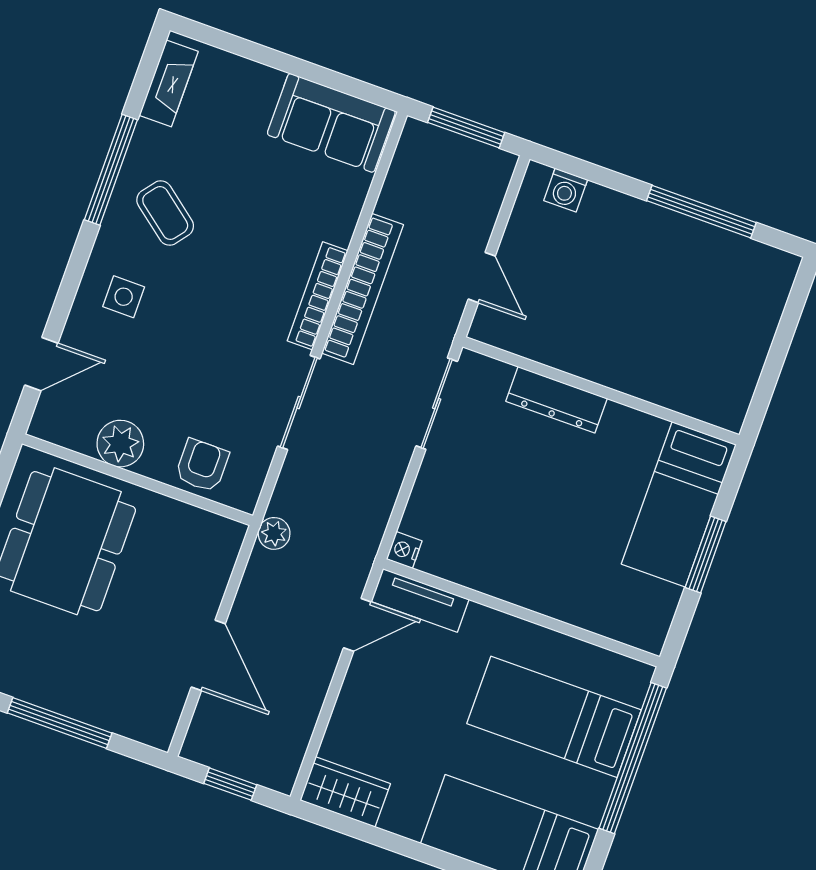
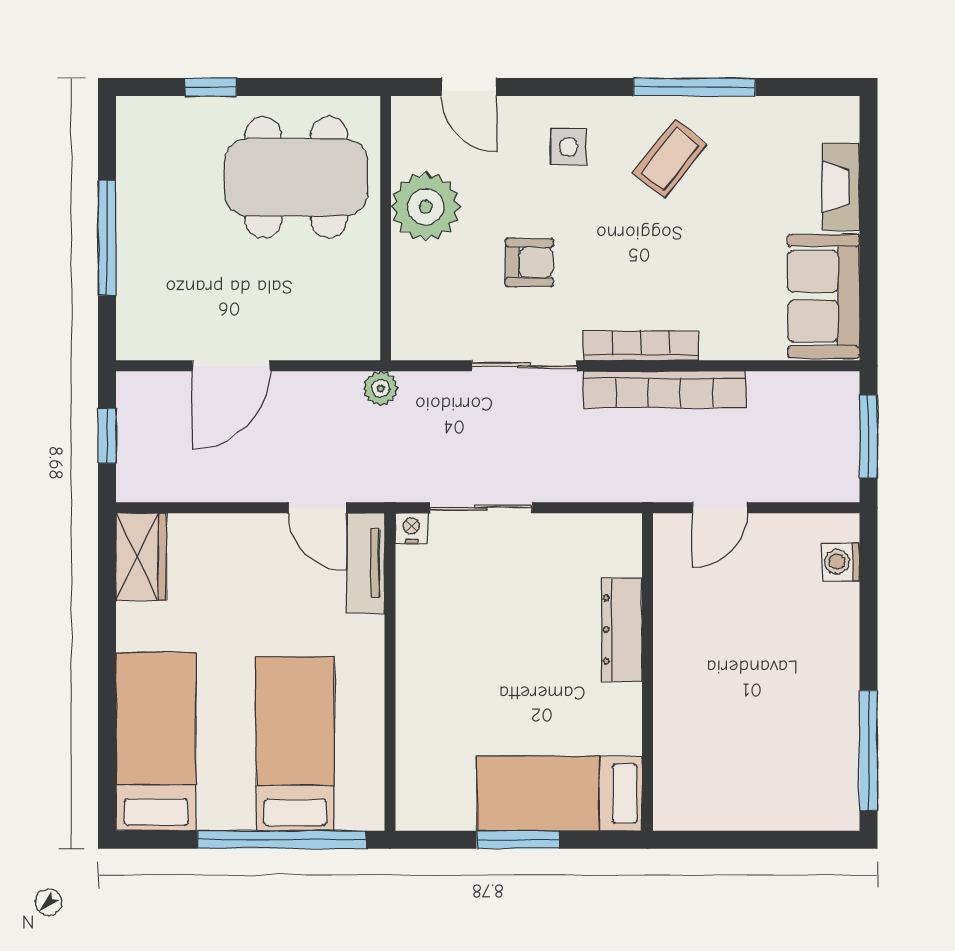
fireplace: (169, 83) -> (841, 187), moved, turned 90
window: (701, 212) -> (868, 751), moved
sliding door: (437, 404) -> (481, 508), moved
plant: (120, 444) -> (426, 207), width x1.36, depth x1.36
armchair: (202, 465) -> (529, 262), moved

